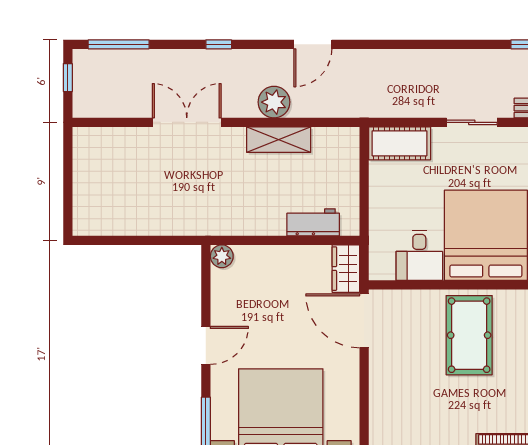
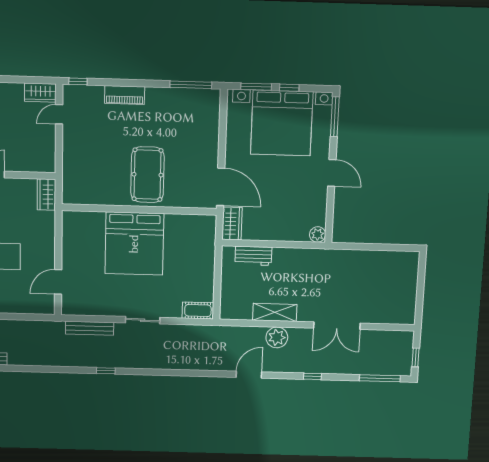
cot: (400, 143) -> (198, 311), width x0.73, depth x0.75
desk: (419, 255) -> (181, 231), removed
door: (206, 345) -> (332, 173), swing flipped

